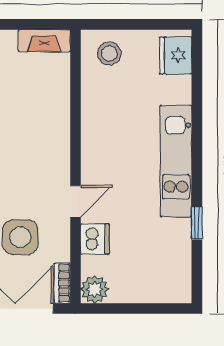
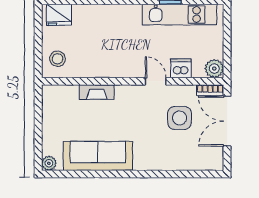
fireplace: (44, 41) -> (97, 92), moved, turned 90
kitchen unit: (176, 161) -> (179, 14), moved

